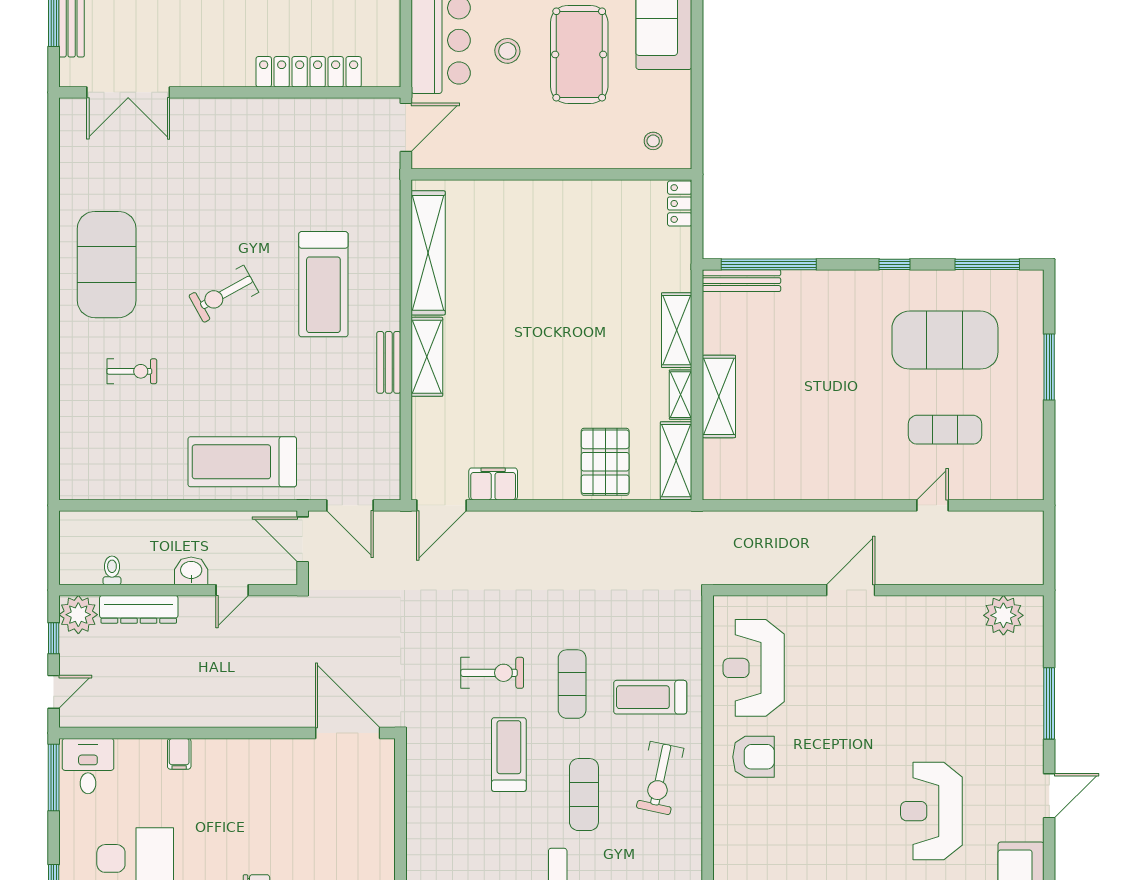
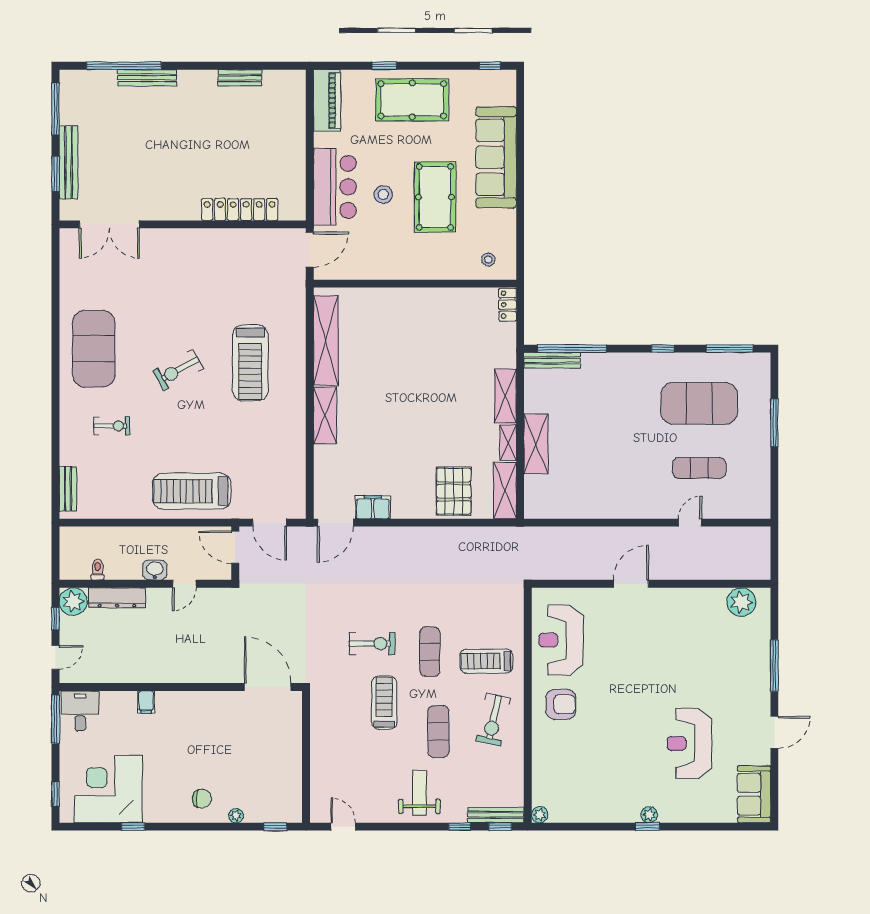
bench: (389, 362) -> (68, 489), moved

